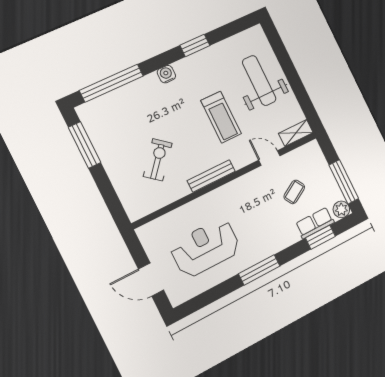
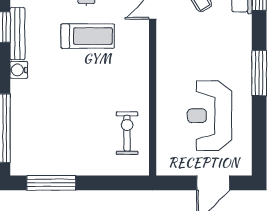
exercise bike: (158, 160) -> (127, 133), moved, turned 50
bench: (211, 176) -> (17, 34), moved

